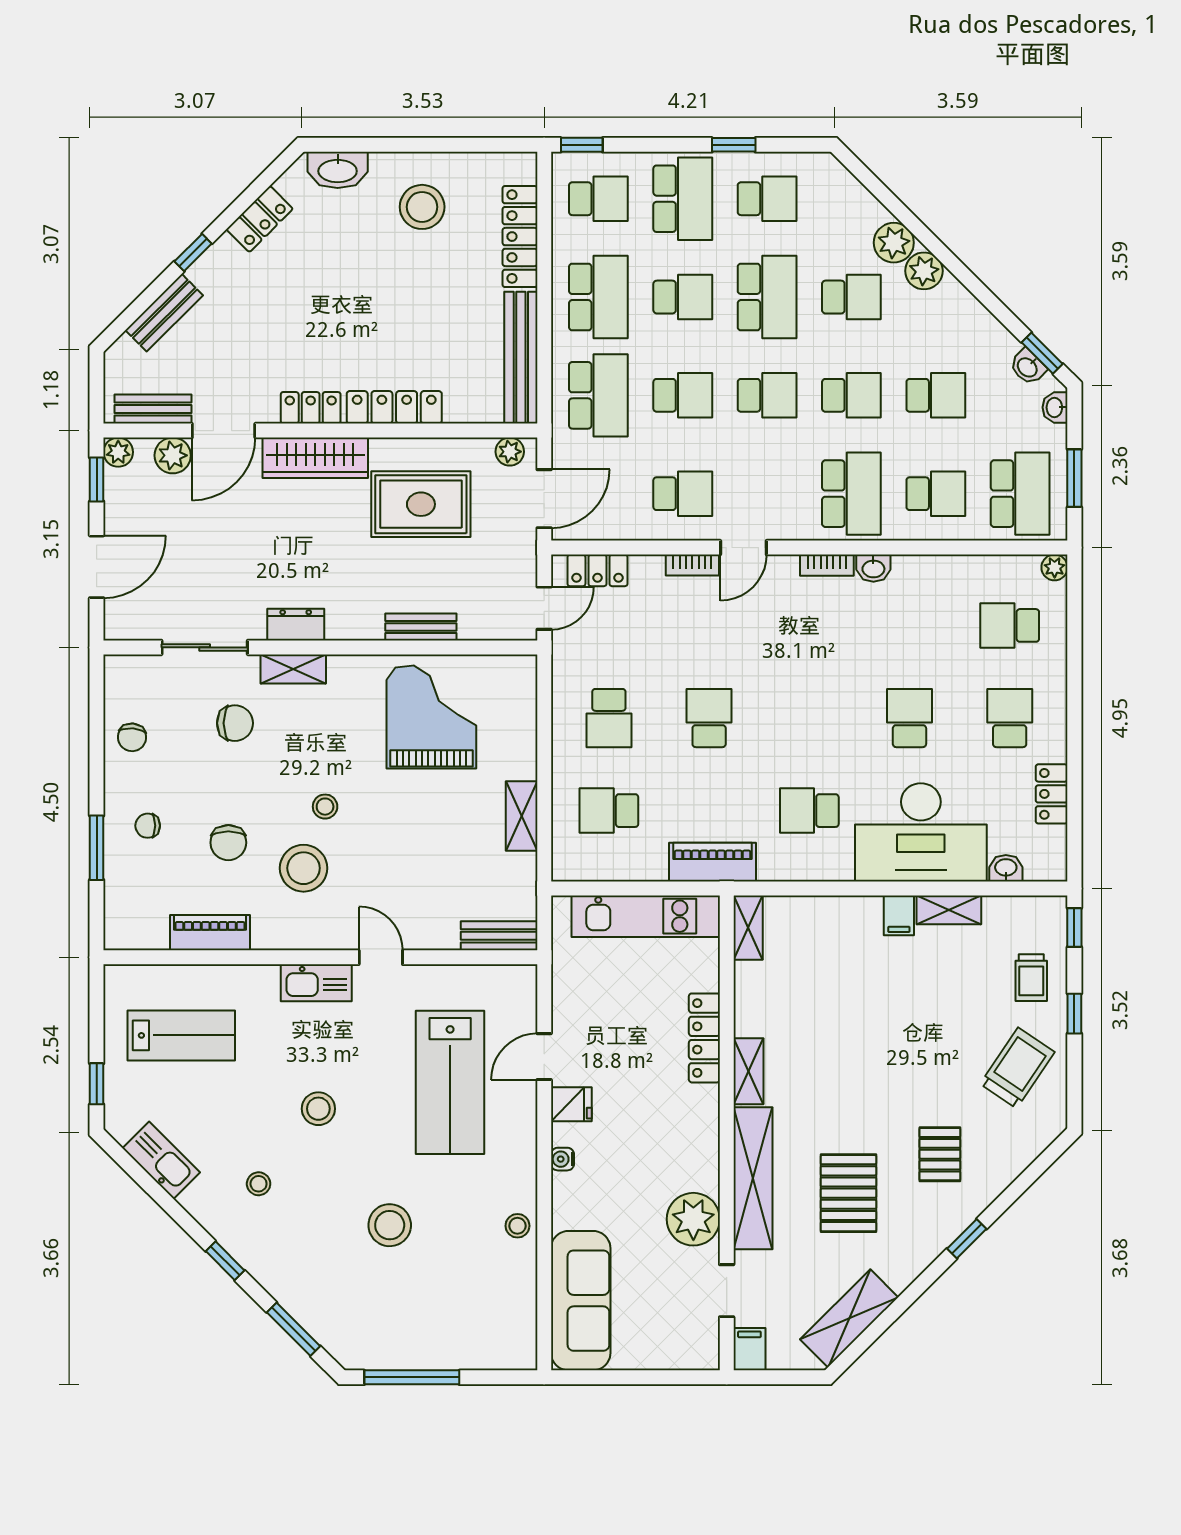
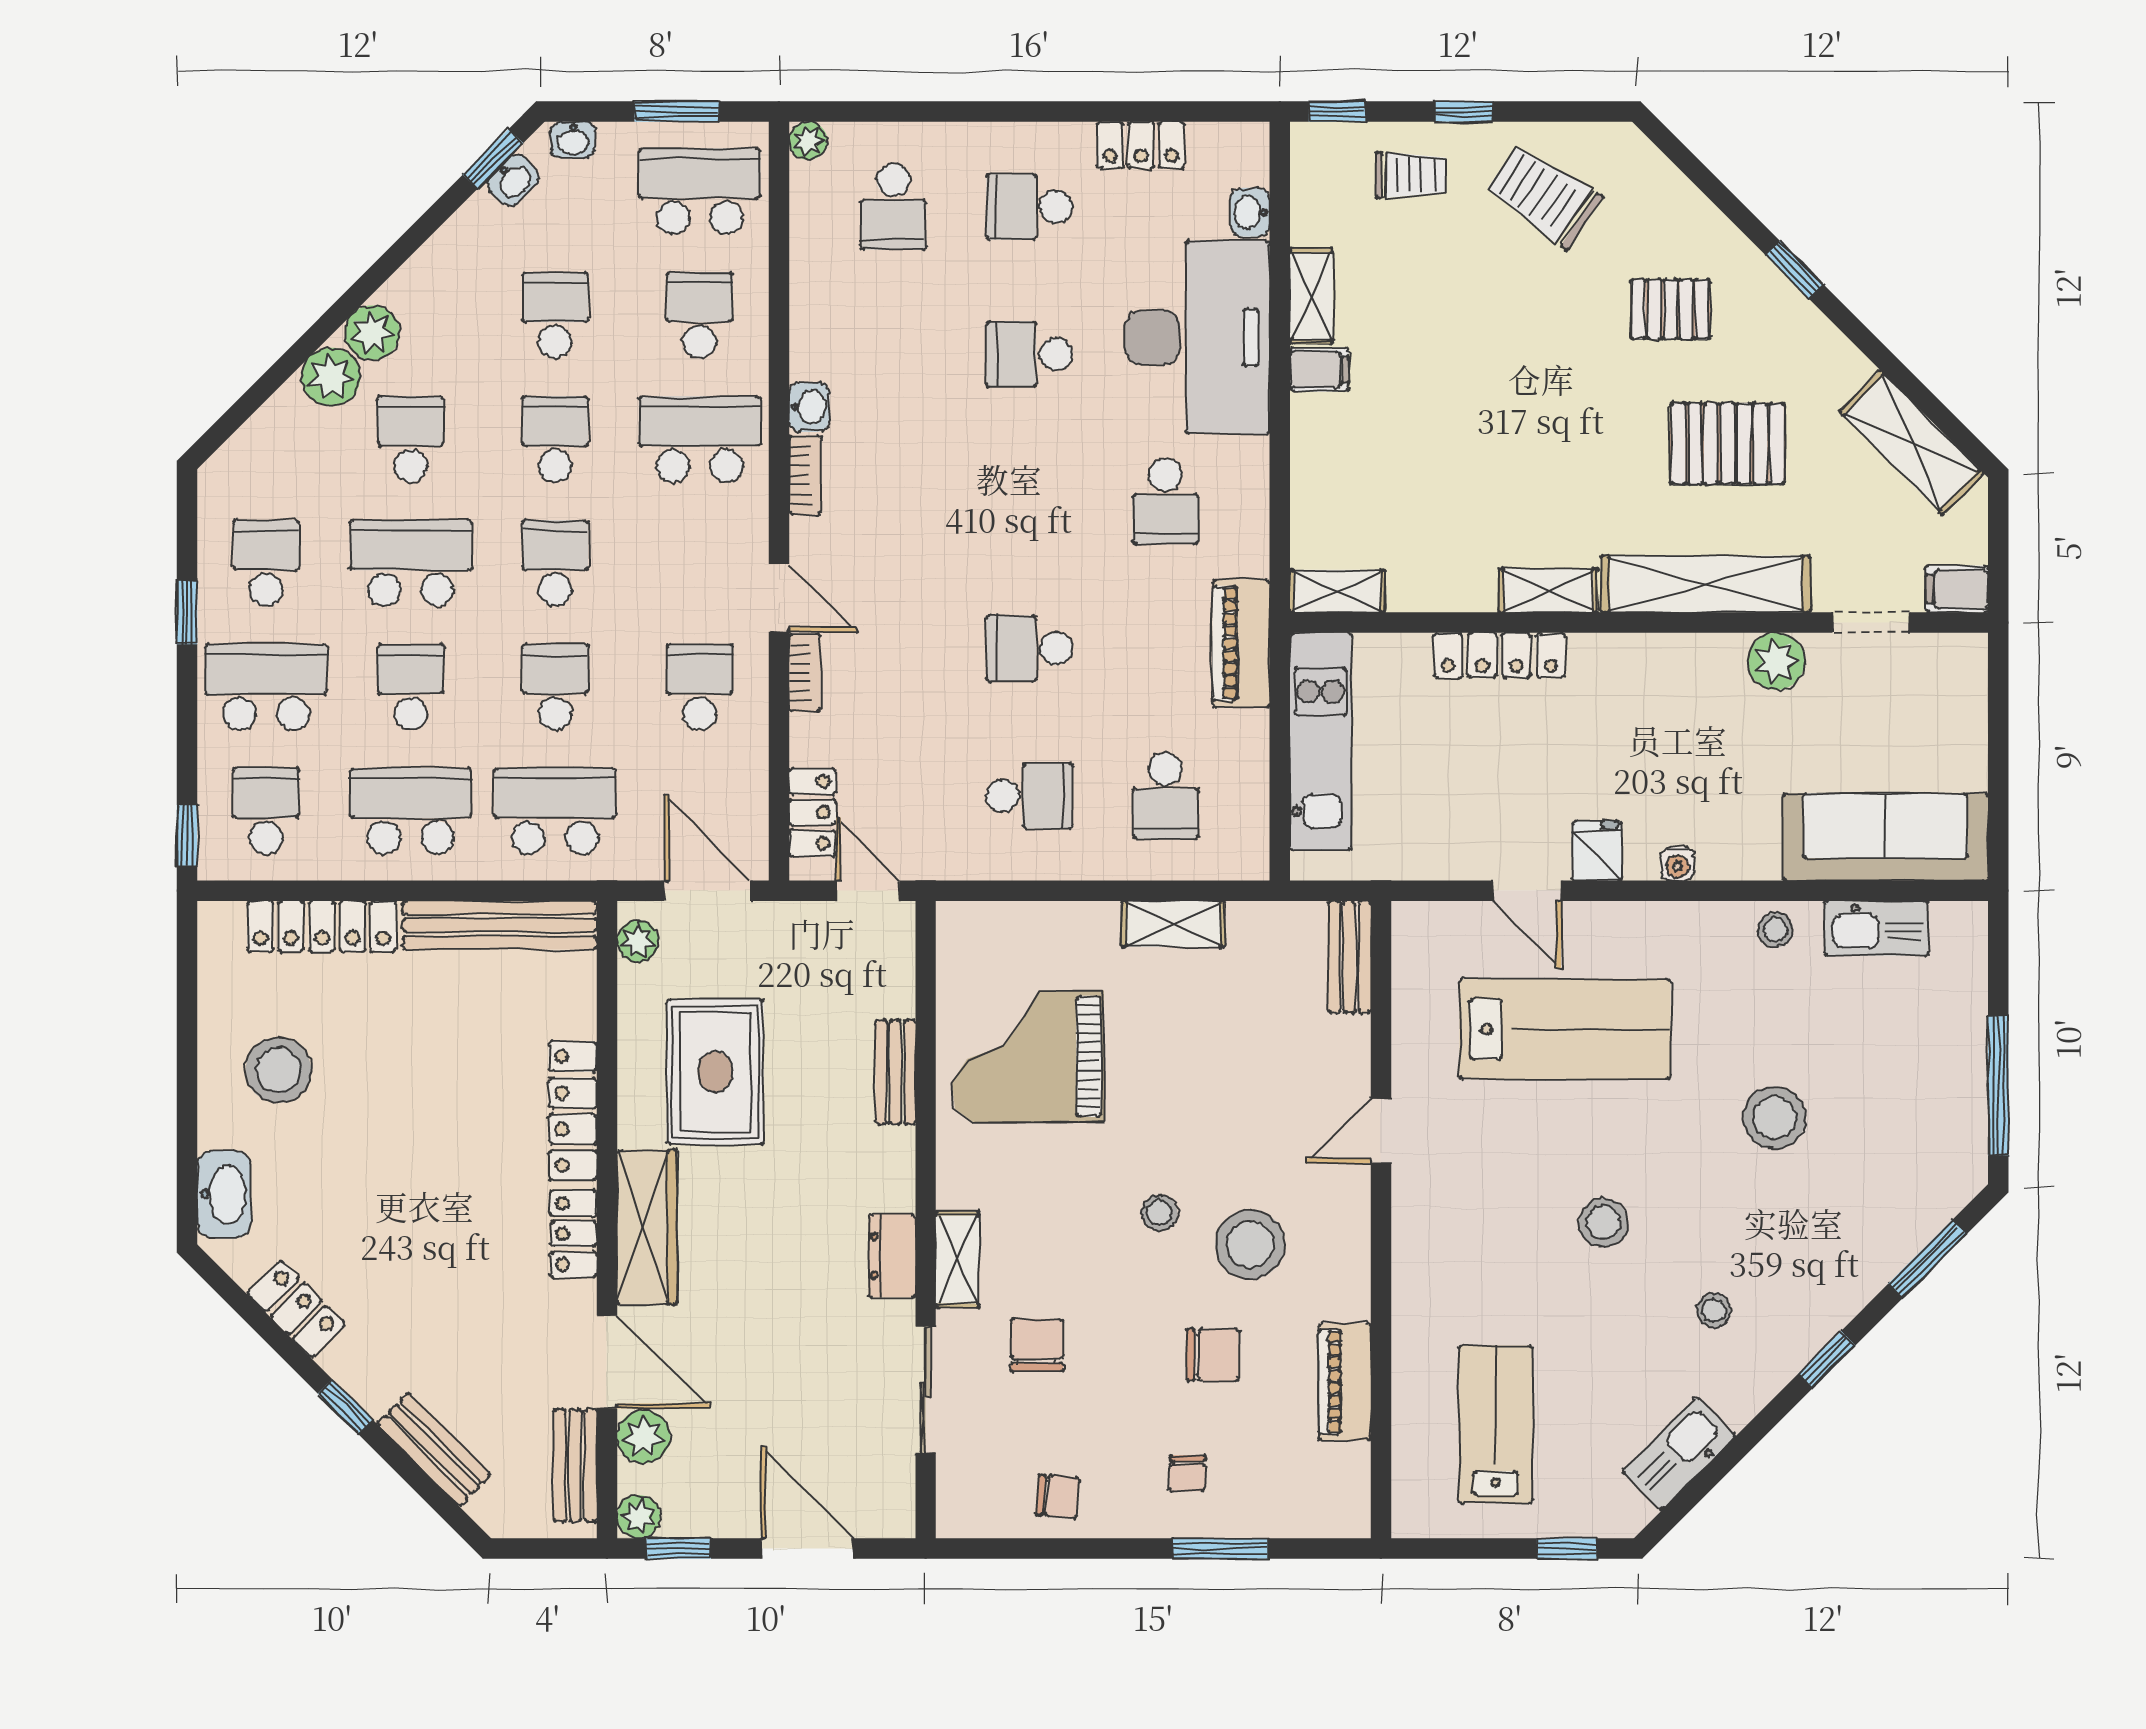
kitchen sink: (316, 983) -> (1876, 928), moved, turned 90
plant: (693, 1219) -> (1776, 661), width x0.73, depth x0.73

